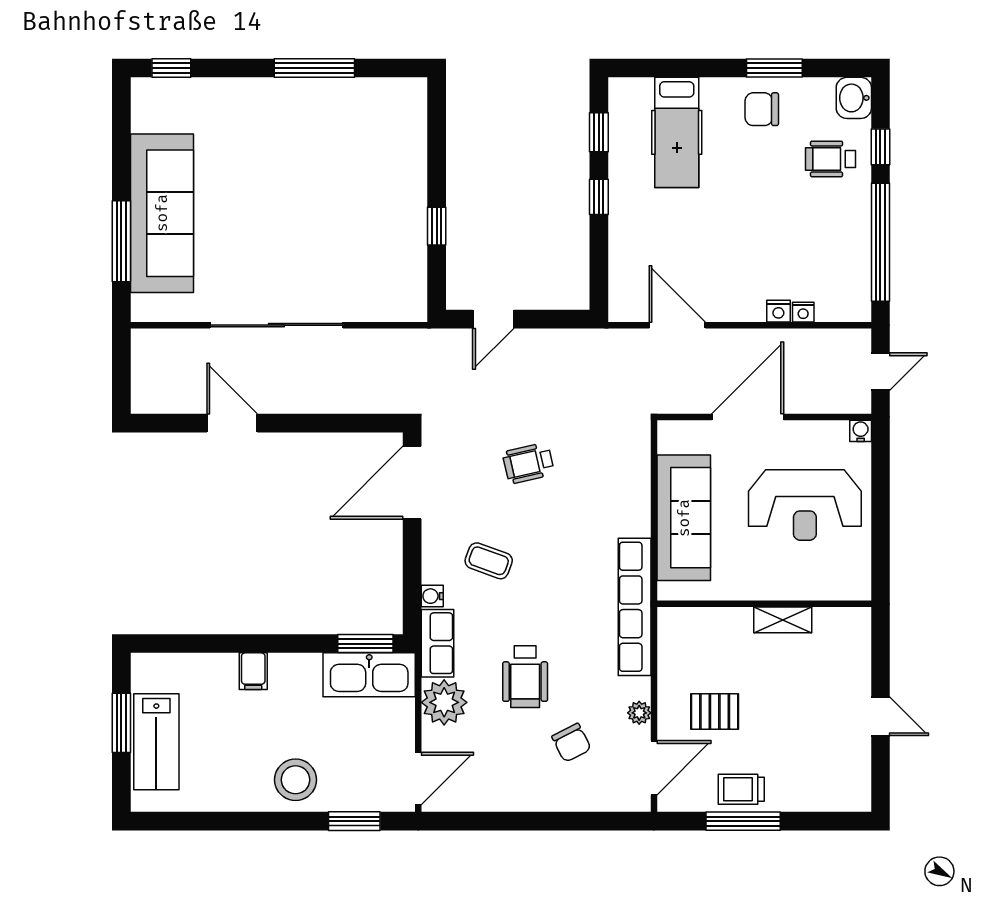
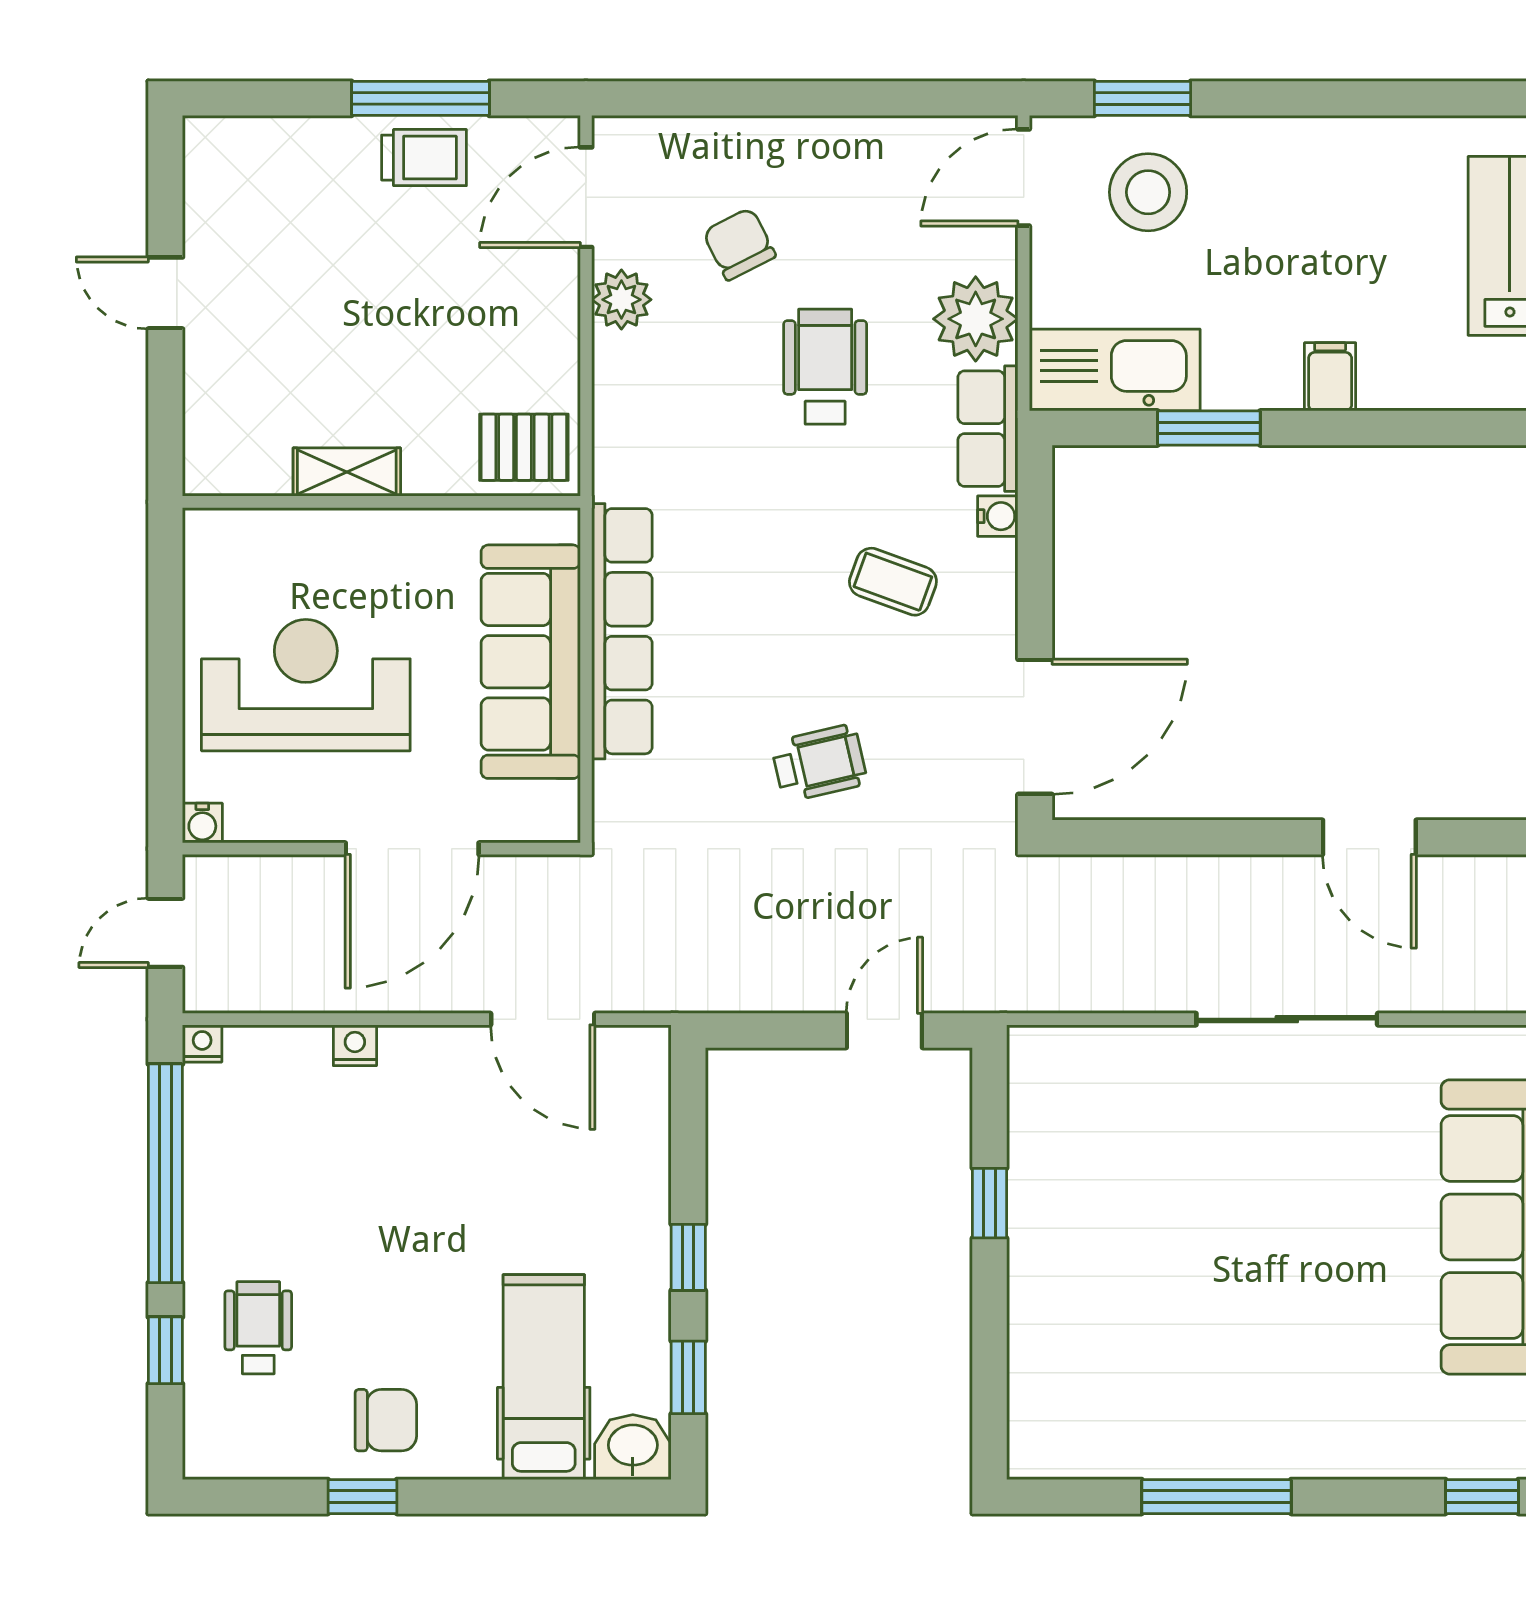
window: (774, 68) -> (362, 1497), width x0.67
washbasin: (854, 98) -> (633, 1447), moved, turned -90
wheelchair: (830, 159) -> (258, 1328), turned -90
nightstand: (803, 312) -> (202, 1043), moved
sliding door: (276, 325) -> (1287, 1019), width x0.73
row of seats: (635, 607) -> (622, 631), moved
window: (365, 644) -> (1209, 428), moved
pallet: (715, 711) -> (524, 447), moved
plant: (639, 713) -> (621, 300), width x1.38, depth x1.38
stool: (296, 780) -> (1148, 192), moved

